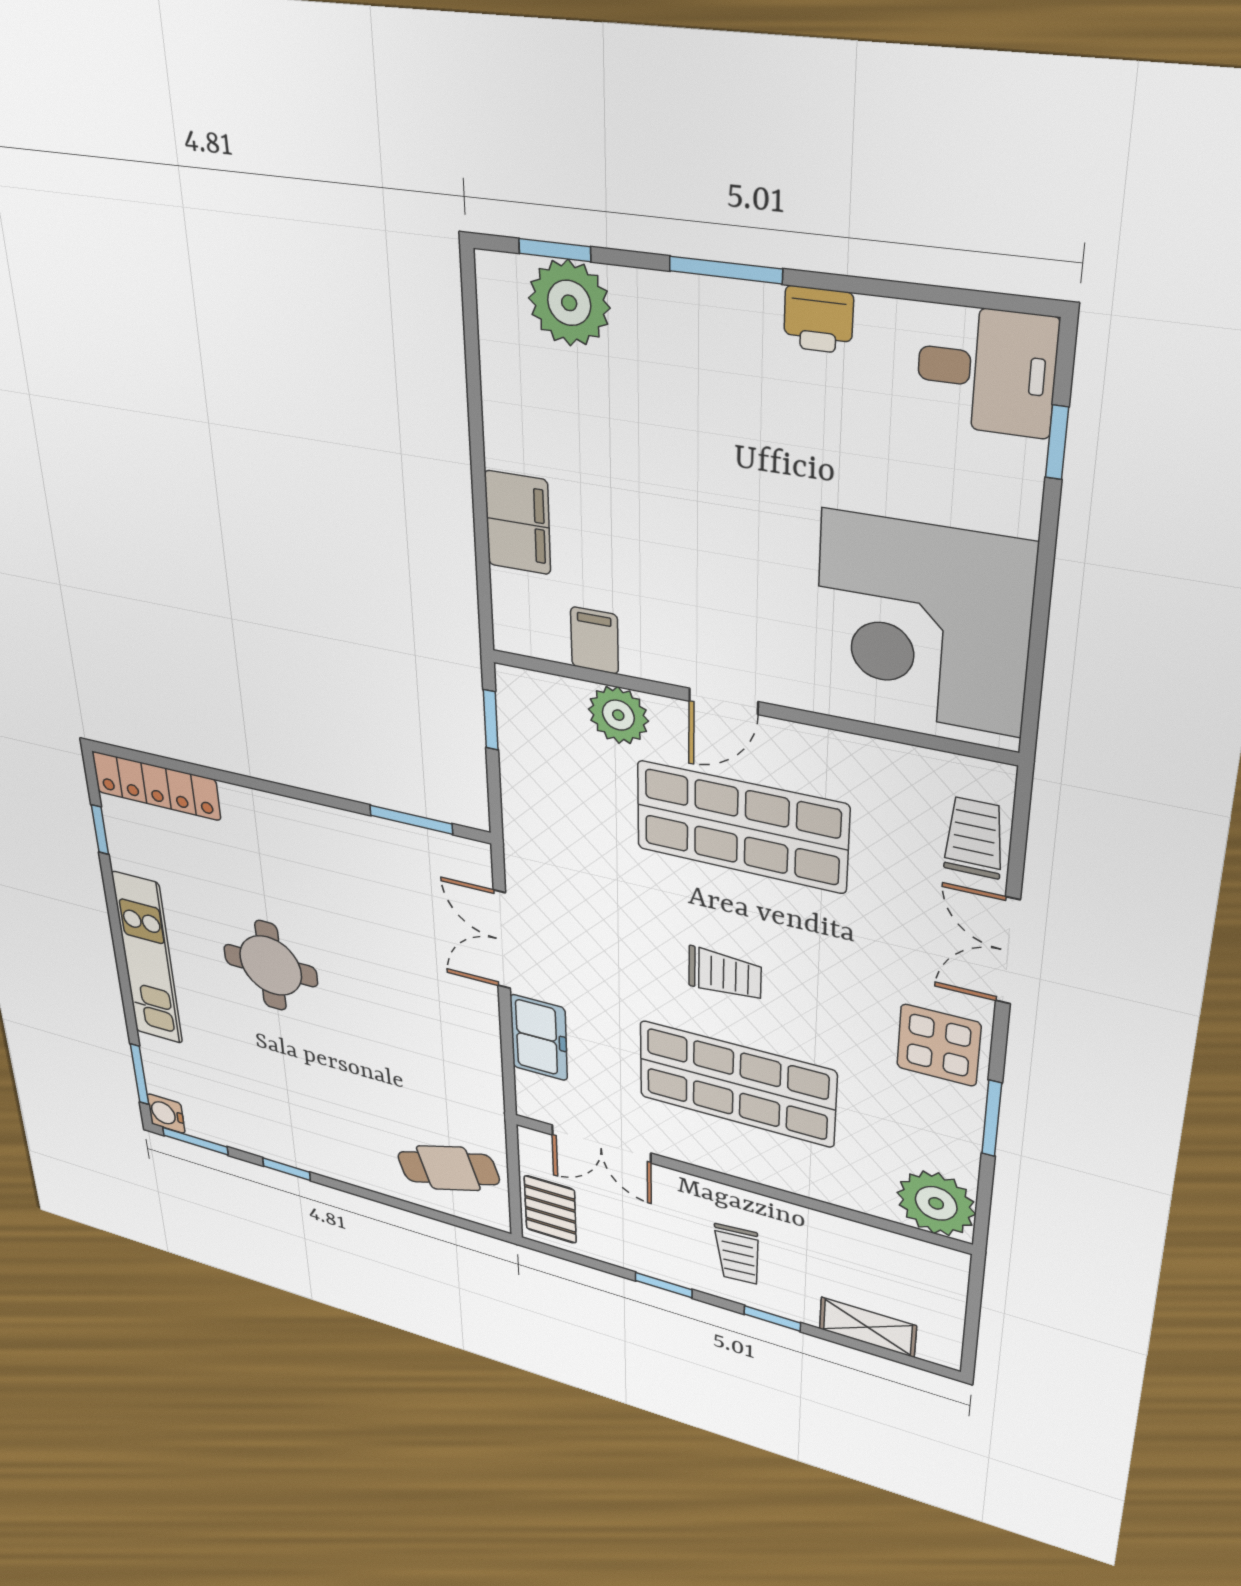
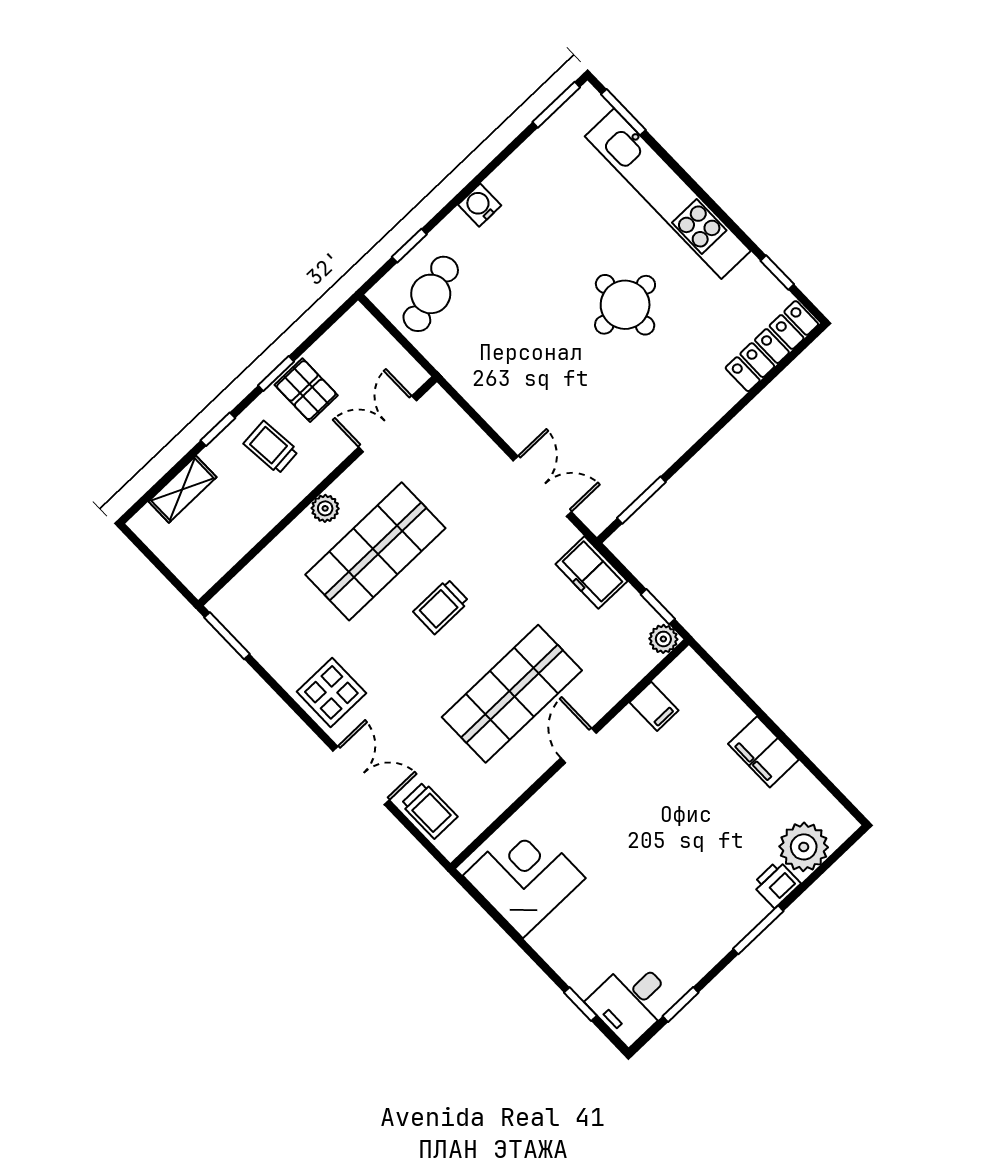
window: (555, 250) -> (681, 1004), moved
printer: (818, 320) -> (776, 884), moved
filing cabinet: (518, 523) -> (763, 752), moved
corner desk: (922, 623) -> (524, 877), width x0.74, depth x0.74
plant: (618, 715) -> (663, 639), moved, width x0.73, depth x0.73
kitchen unit: (147, 959) -> (668, 194), width x1.36
freezer: (539, 1038) -> (591, 573), moved
water cooler: (166, 1114) -> (480, 205), moved, turned -90
window: (992, 1118) -> (227, 636), moved
window: (286, 1169) -> (409, 246), moved
plant: (936, 1203) -> (325, 508), moved, width x0.53, depth x0.53
pallet: (550, 1209) -> (306, 390), moved

